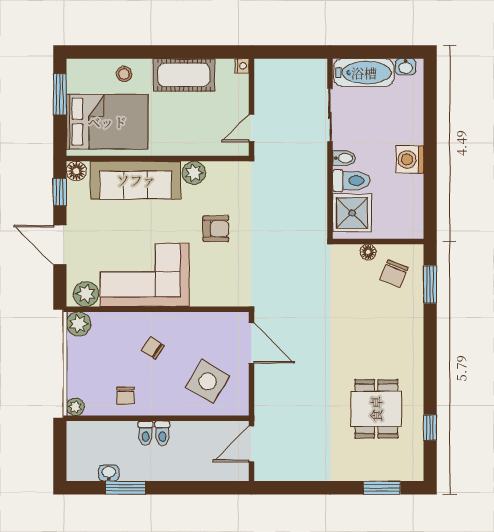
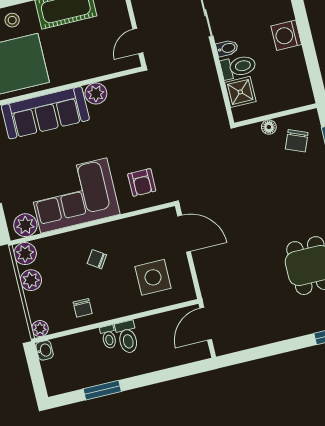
shower: (352, 213) -> (240, 92), width x0.73, depth x0.73
armchair: (216, 229) -> (142, 182), moved, turned 90
plant: (78, 353) -> (31, 280), added
side table: (208, 381) -> (153, 277), turned -31
toilet: (162, 433) -> (127, 337), width x1.37, depth x1.39
washbasin: (109, 473) -> (45, 350), moved, turned 90

